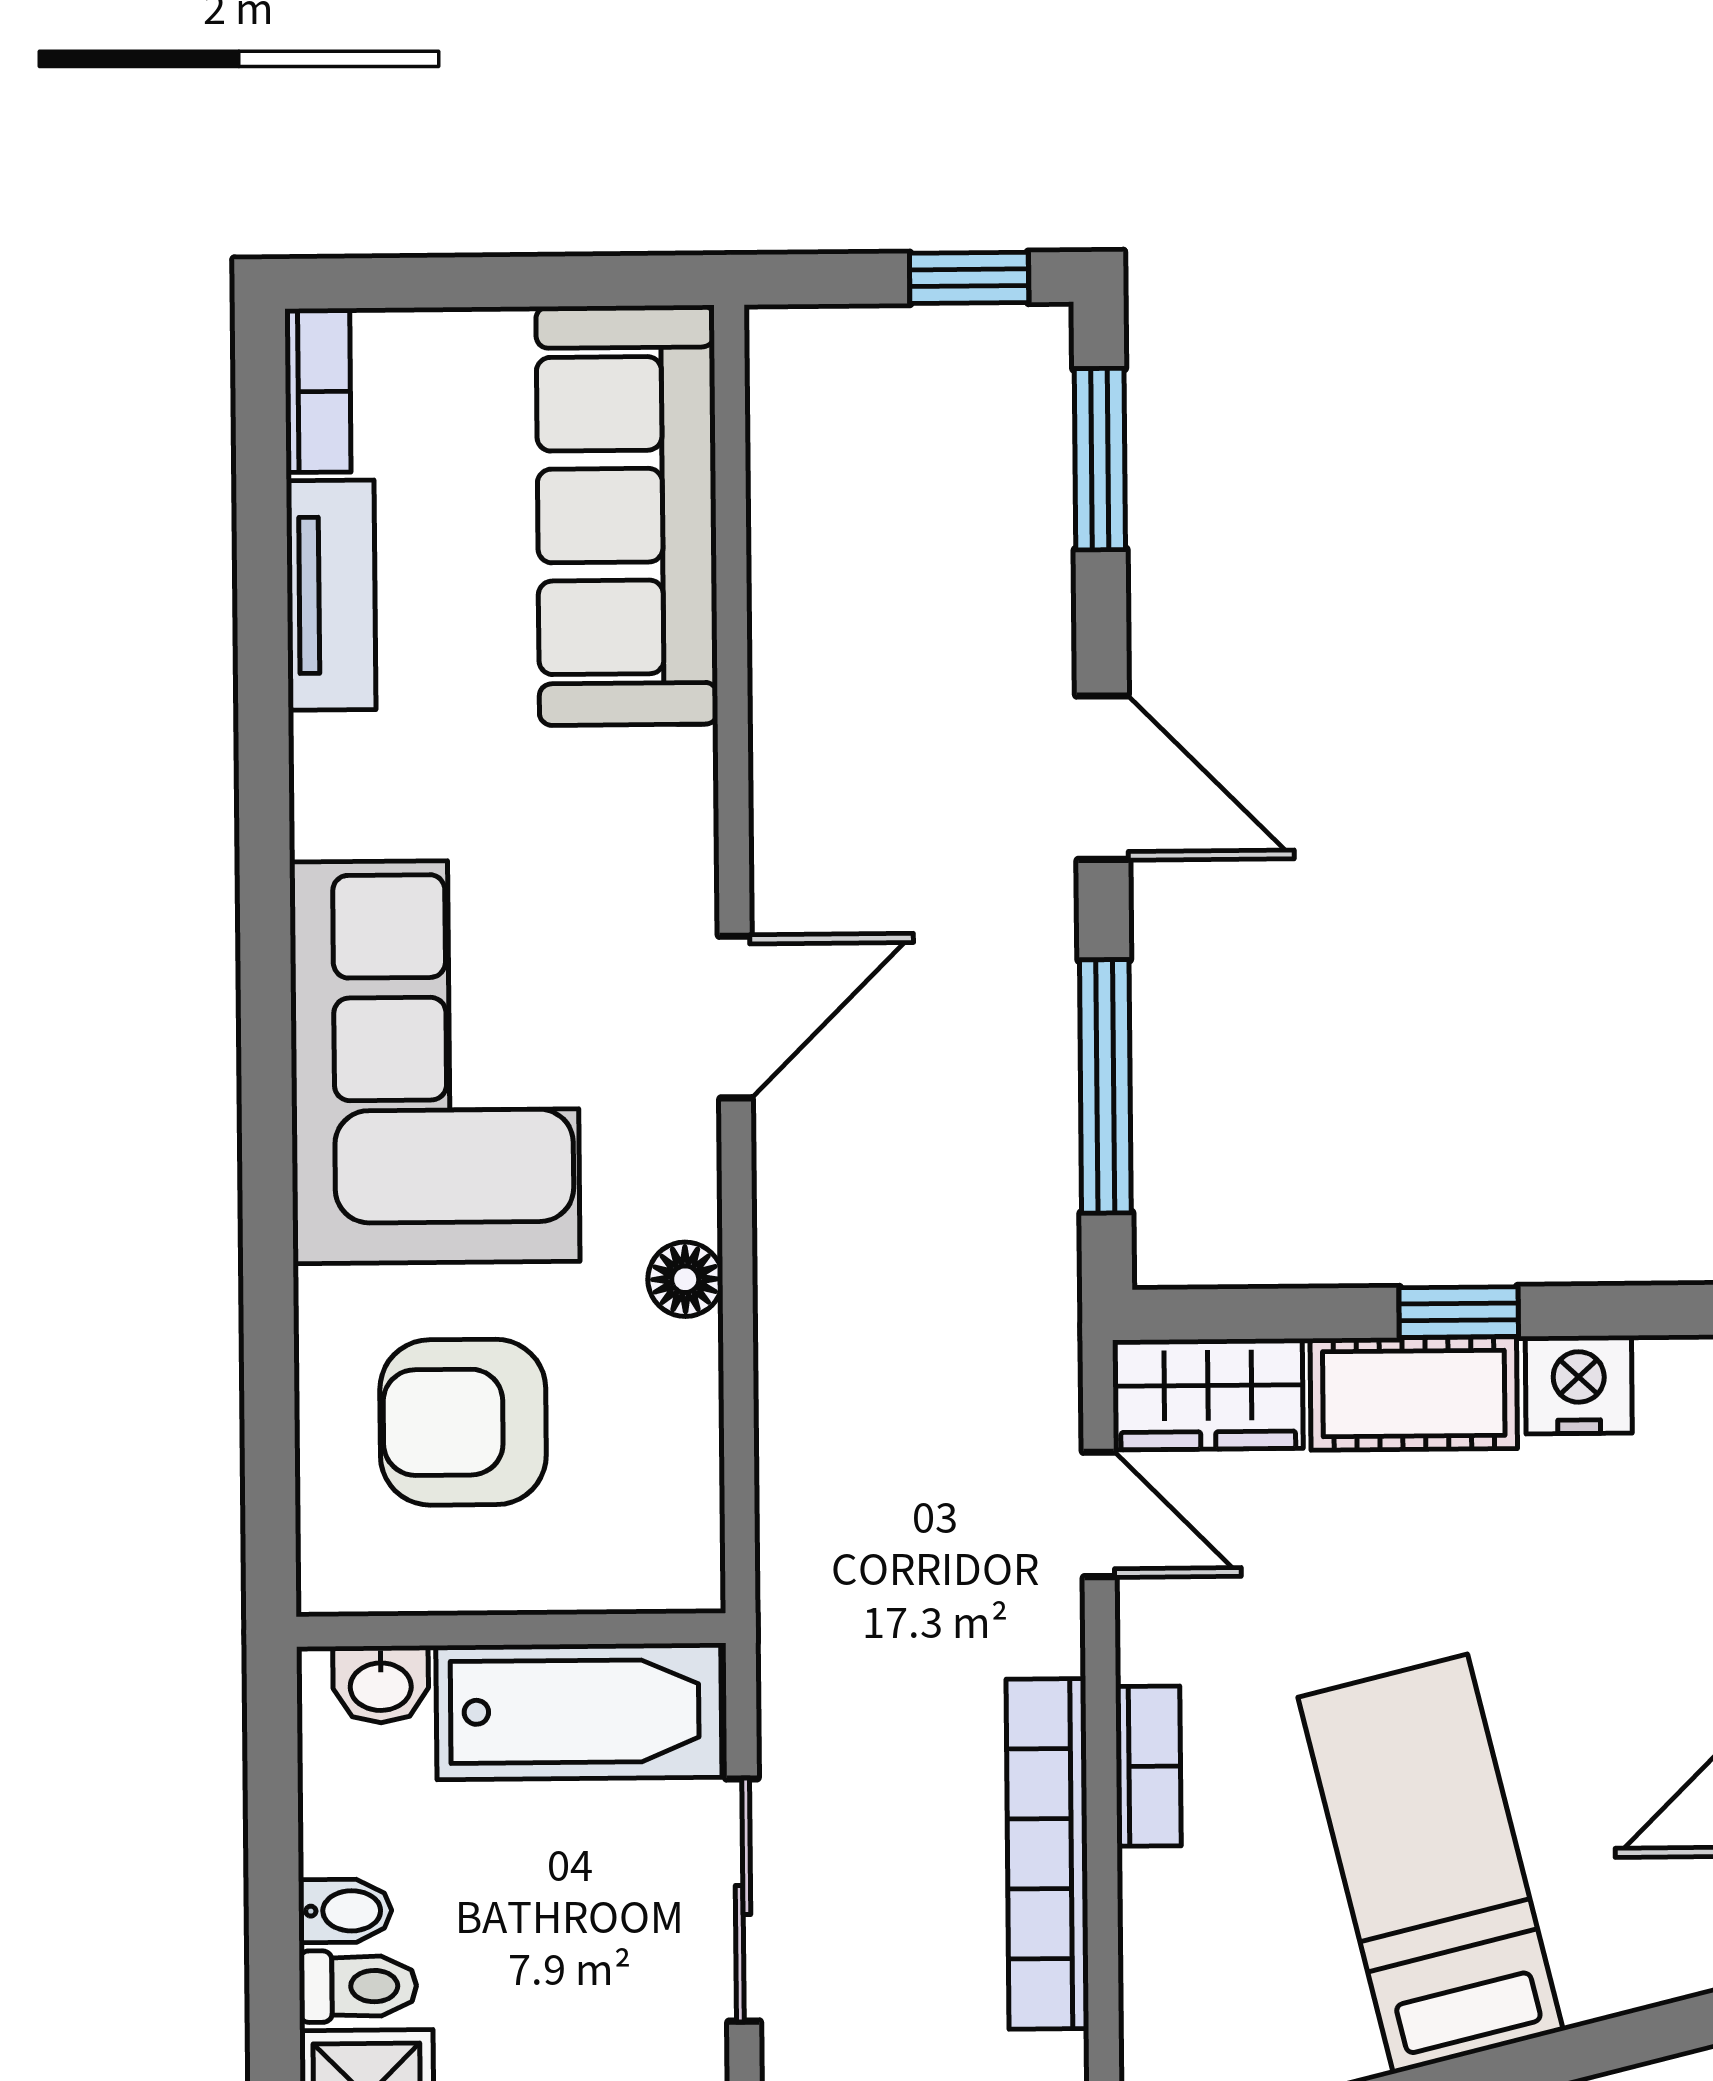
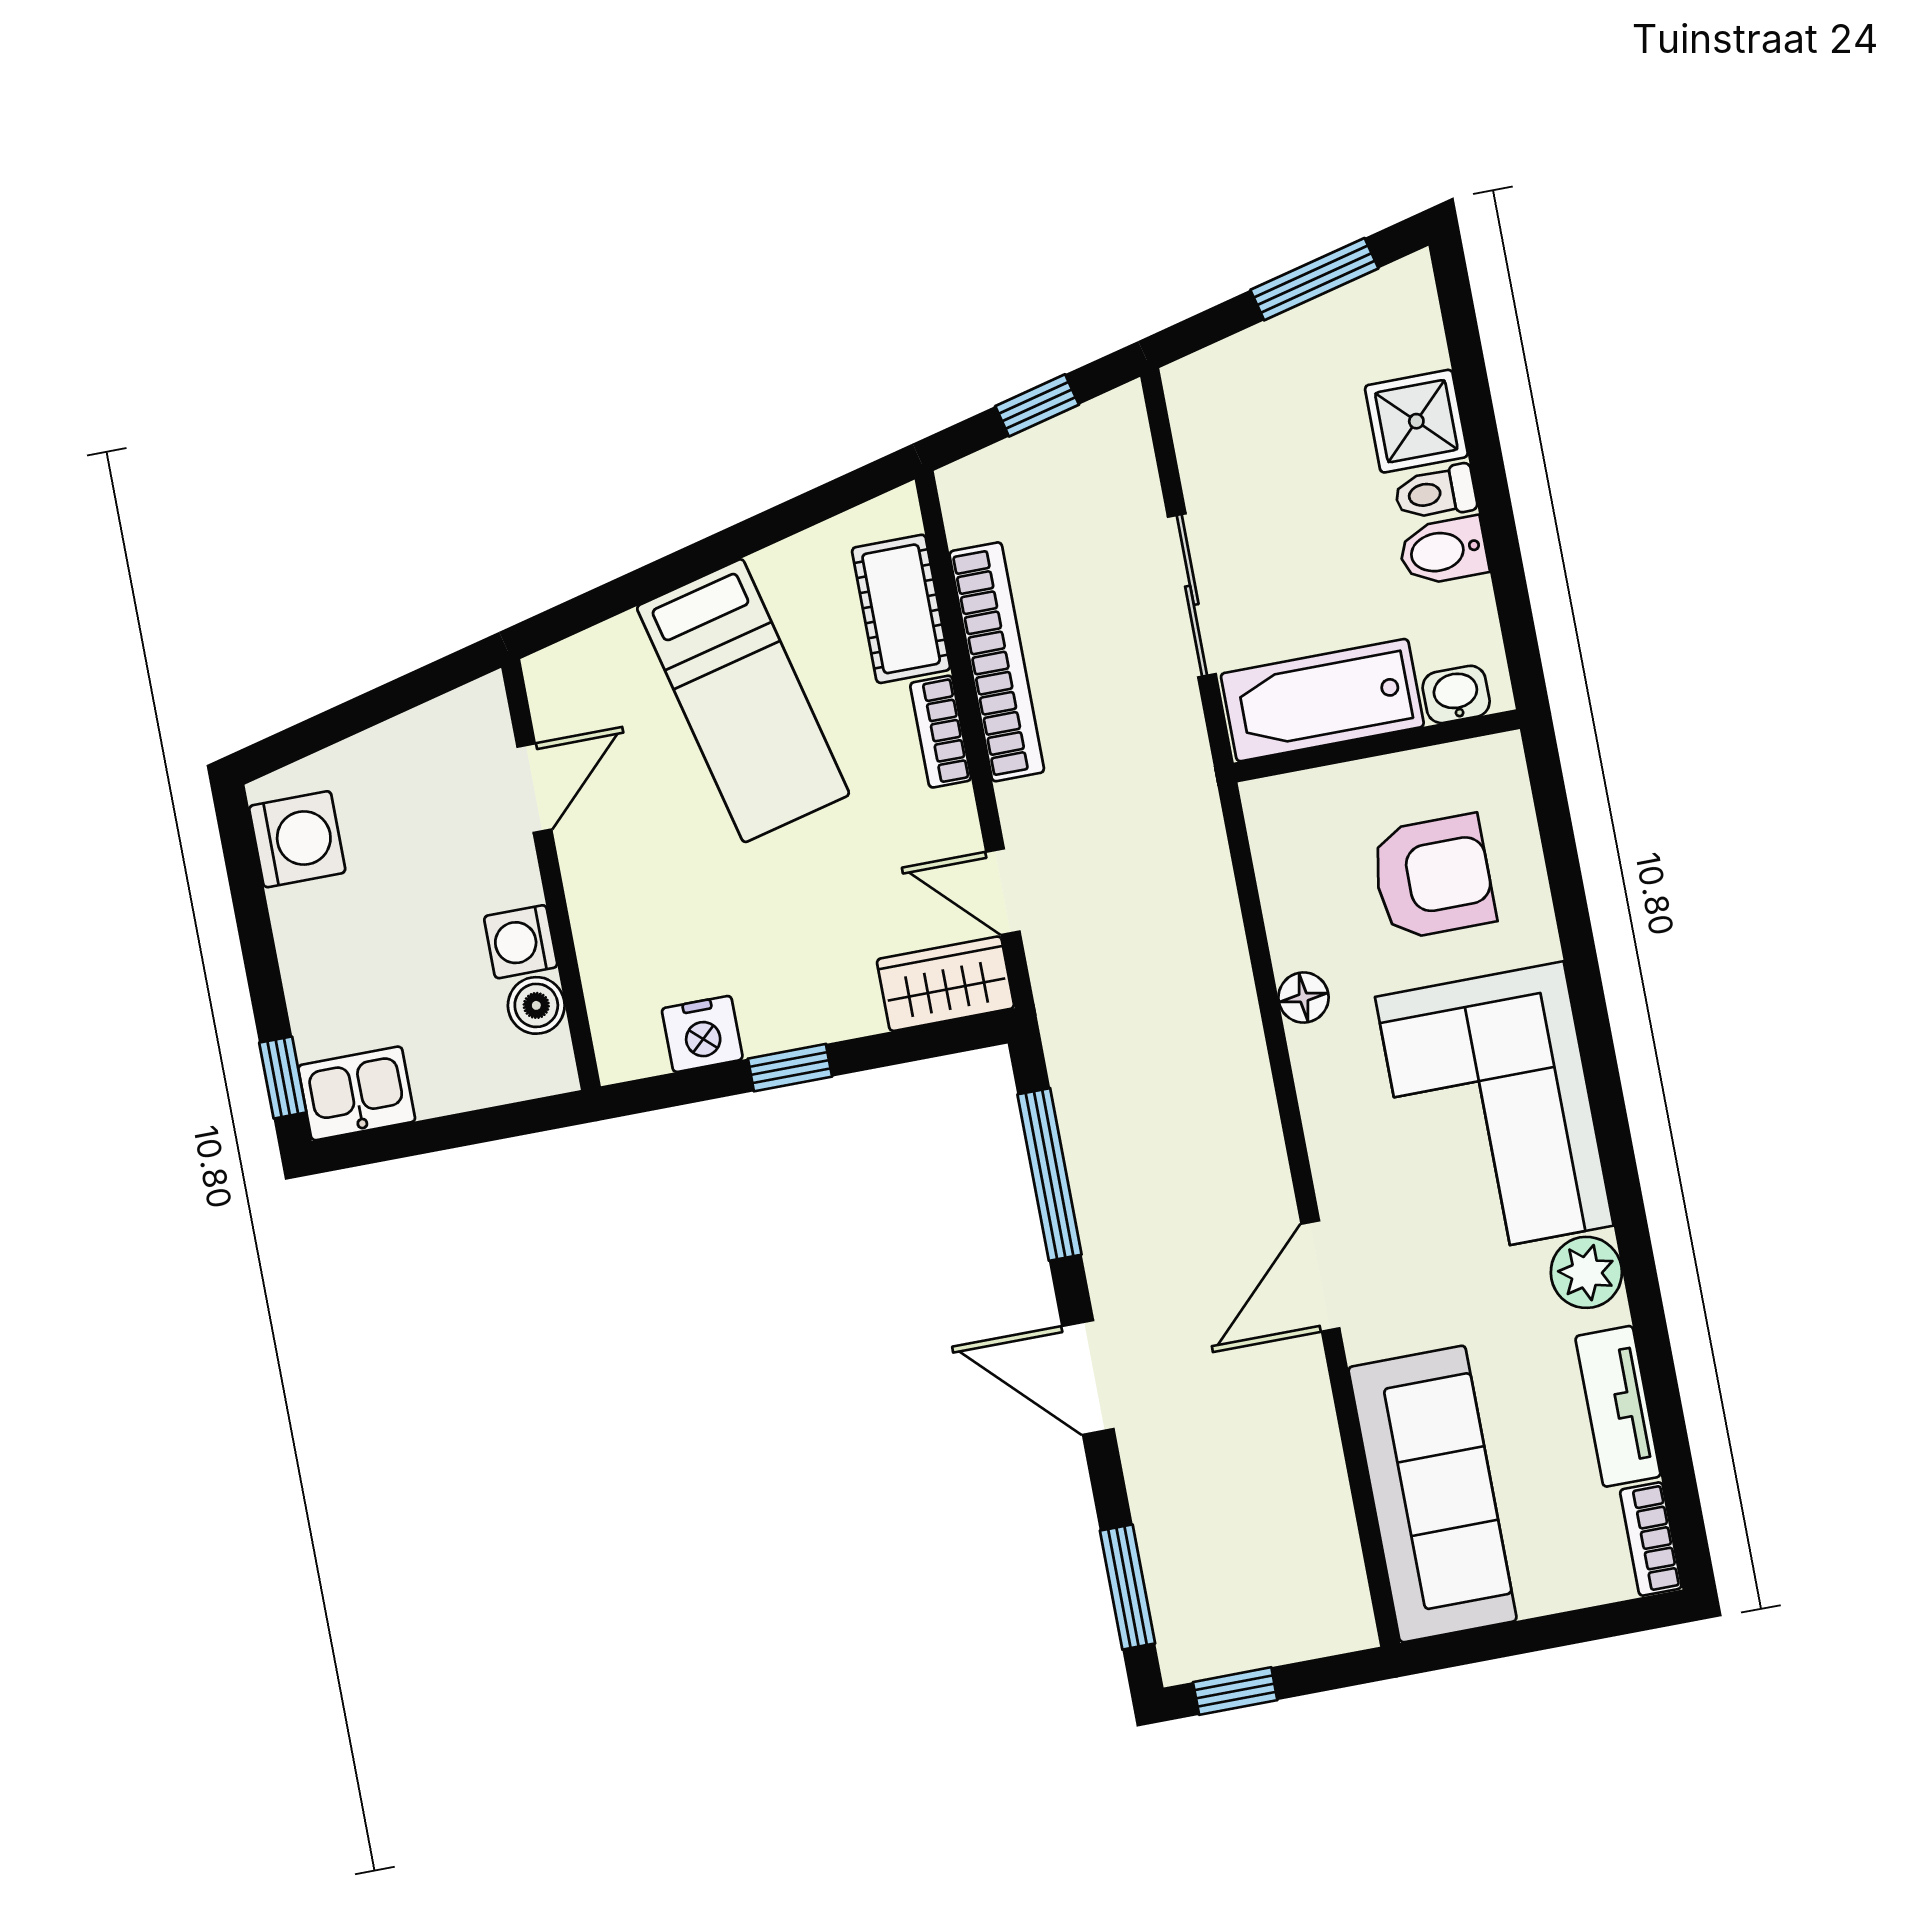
plant: (342, 800) -> (1586, 1272), added
door: (735, 1017) -> (1320, 1276), moved
cot: (1414, 1393) -> (901, 609), moved, turned 90
bidet: (345, 1911) -> (1443, 551), width x1.38, depth x1.36

